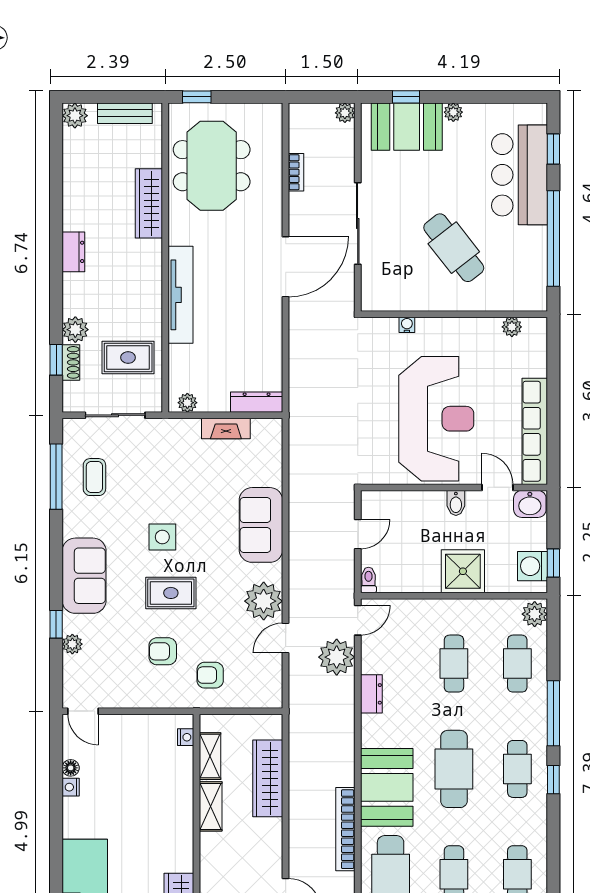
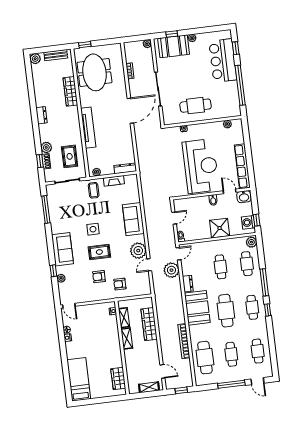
cafe table: (454, 248) -> (196, 106), moved, turned -52
rug: (128, 358) -> (70, 156), turned 90
coffee table: (94, 477) -> (94, 190), moved
booth: (387, 787) -> (197, 308), moved

